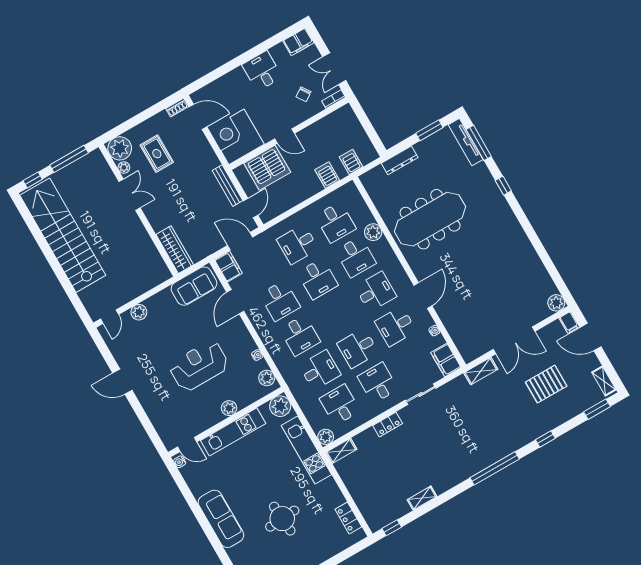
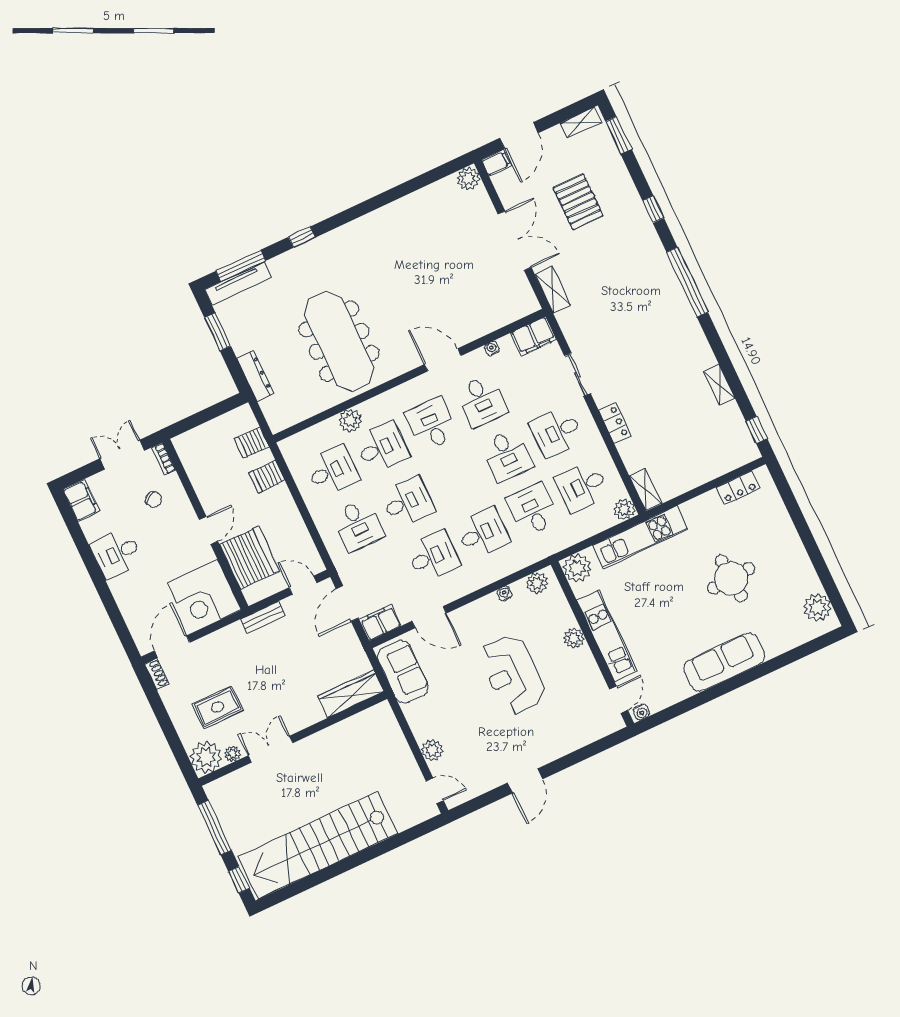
double door: (334, 69) -> (122, 455), swing flipped
bench: (228, 186) -> (263, 617), width x0.73

